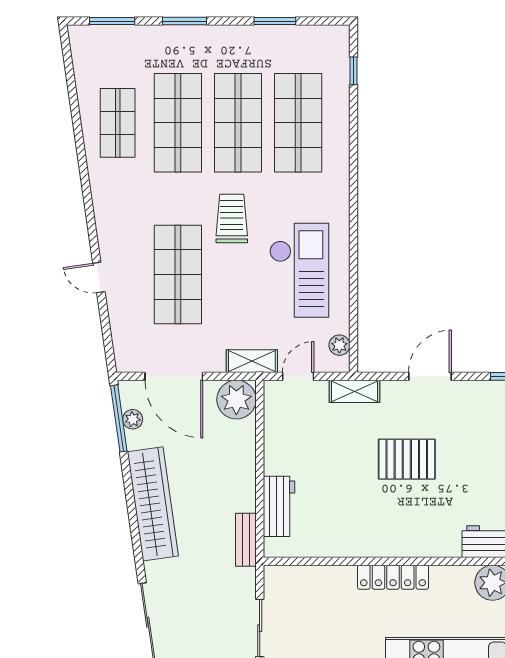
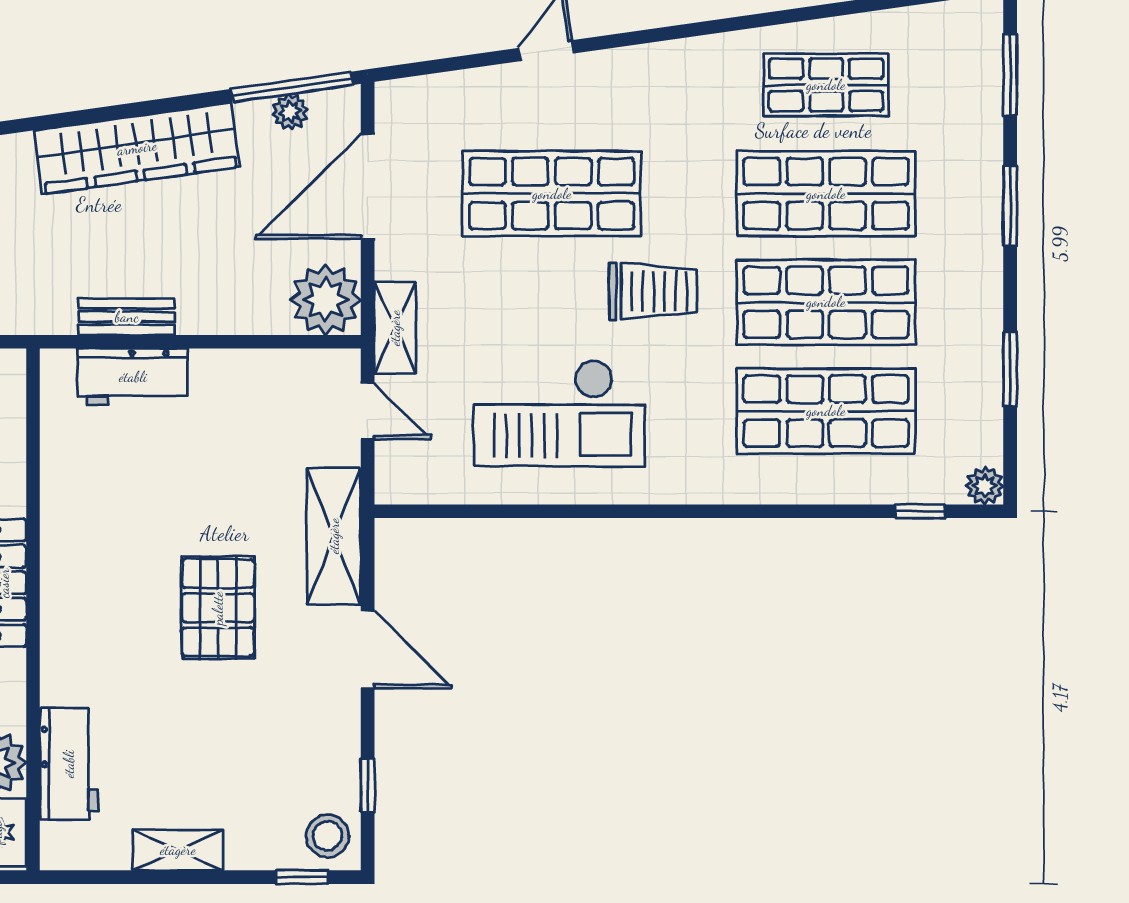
plant: (339, 345) -> (985, 486), moved
shelving: (355, 391) -> (334, 536), width x1.50, depth x1.33
bench: (246, 540) -> (127, 317), moved

